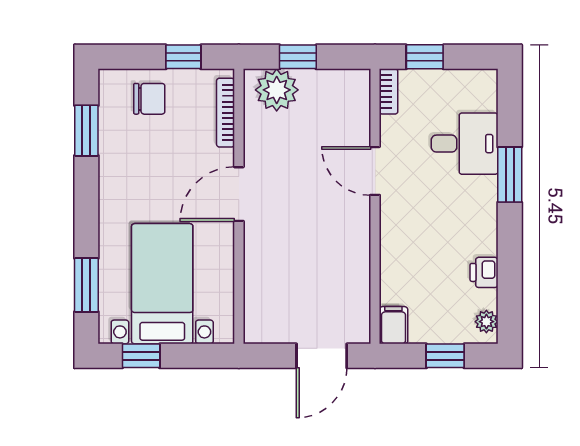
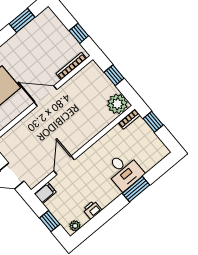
plant: (277, 90) -> (117, 104), moved
chair: (149, 99) -> (53, 34), removed
desk: (465, 144) -> (124, 171), moved
door: (375, 171) -> (64, 165), moved

